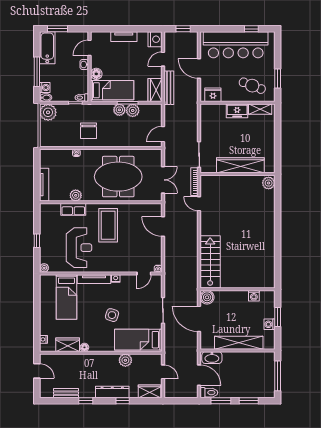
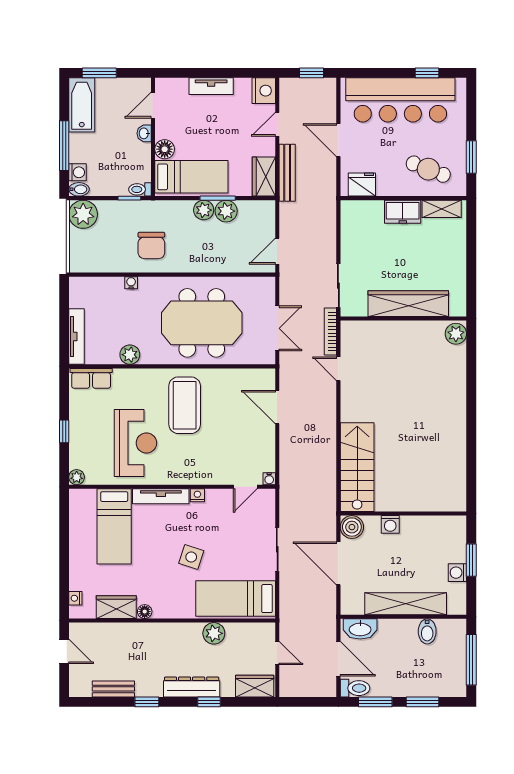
row of seats: (73, 209) -> (91, 378), moved
washing machine: (254, 296) -> (390, 524), moved
bidet: (252, 359) -> (427, 631), added

